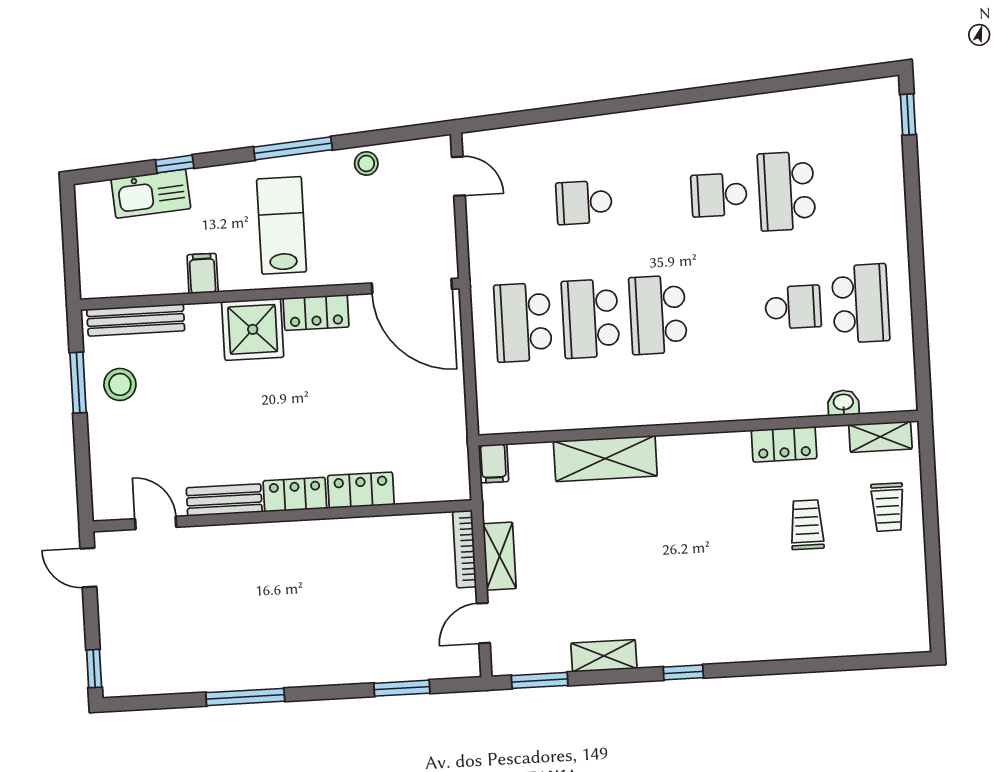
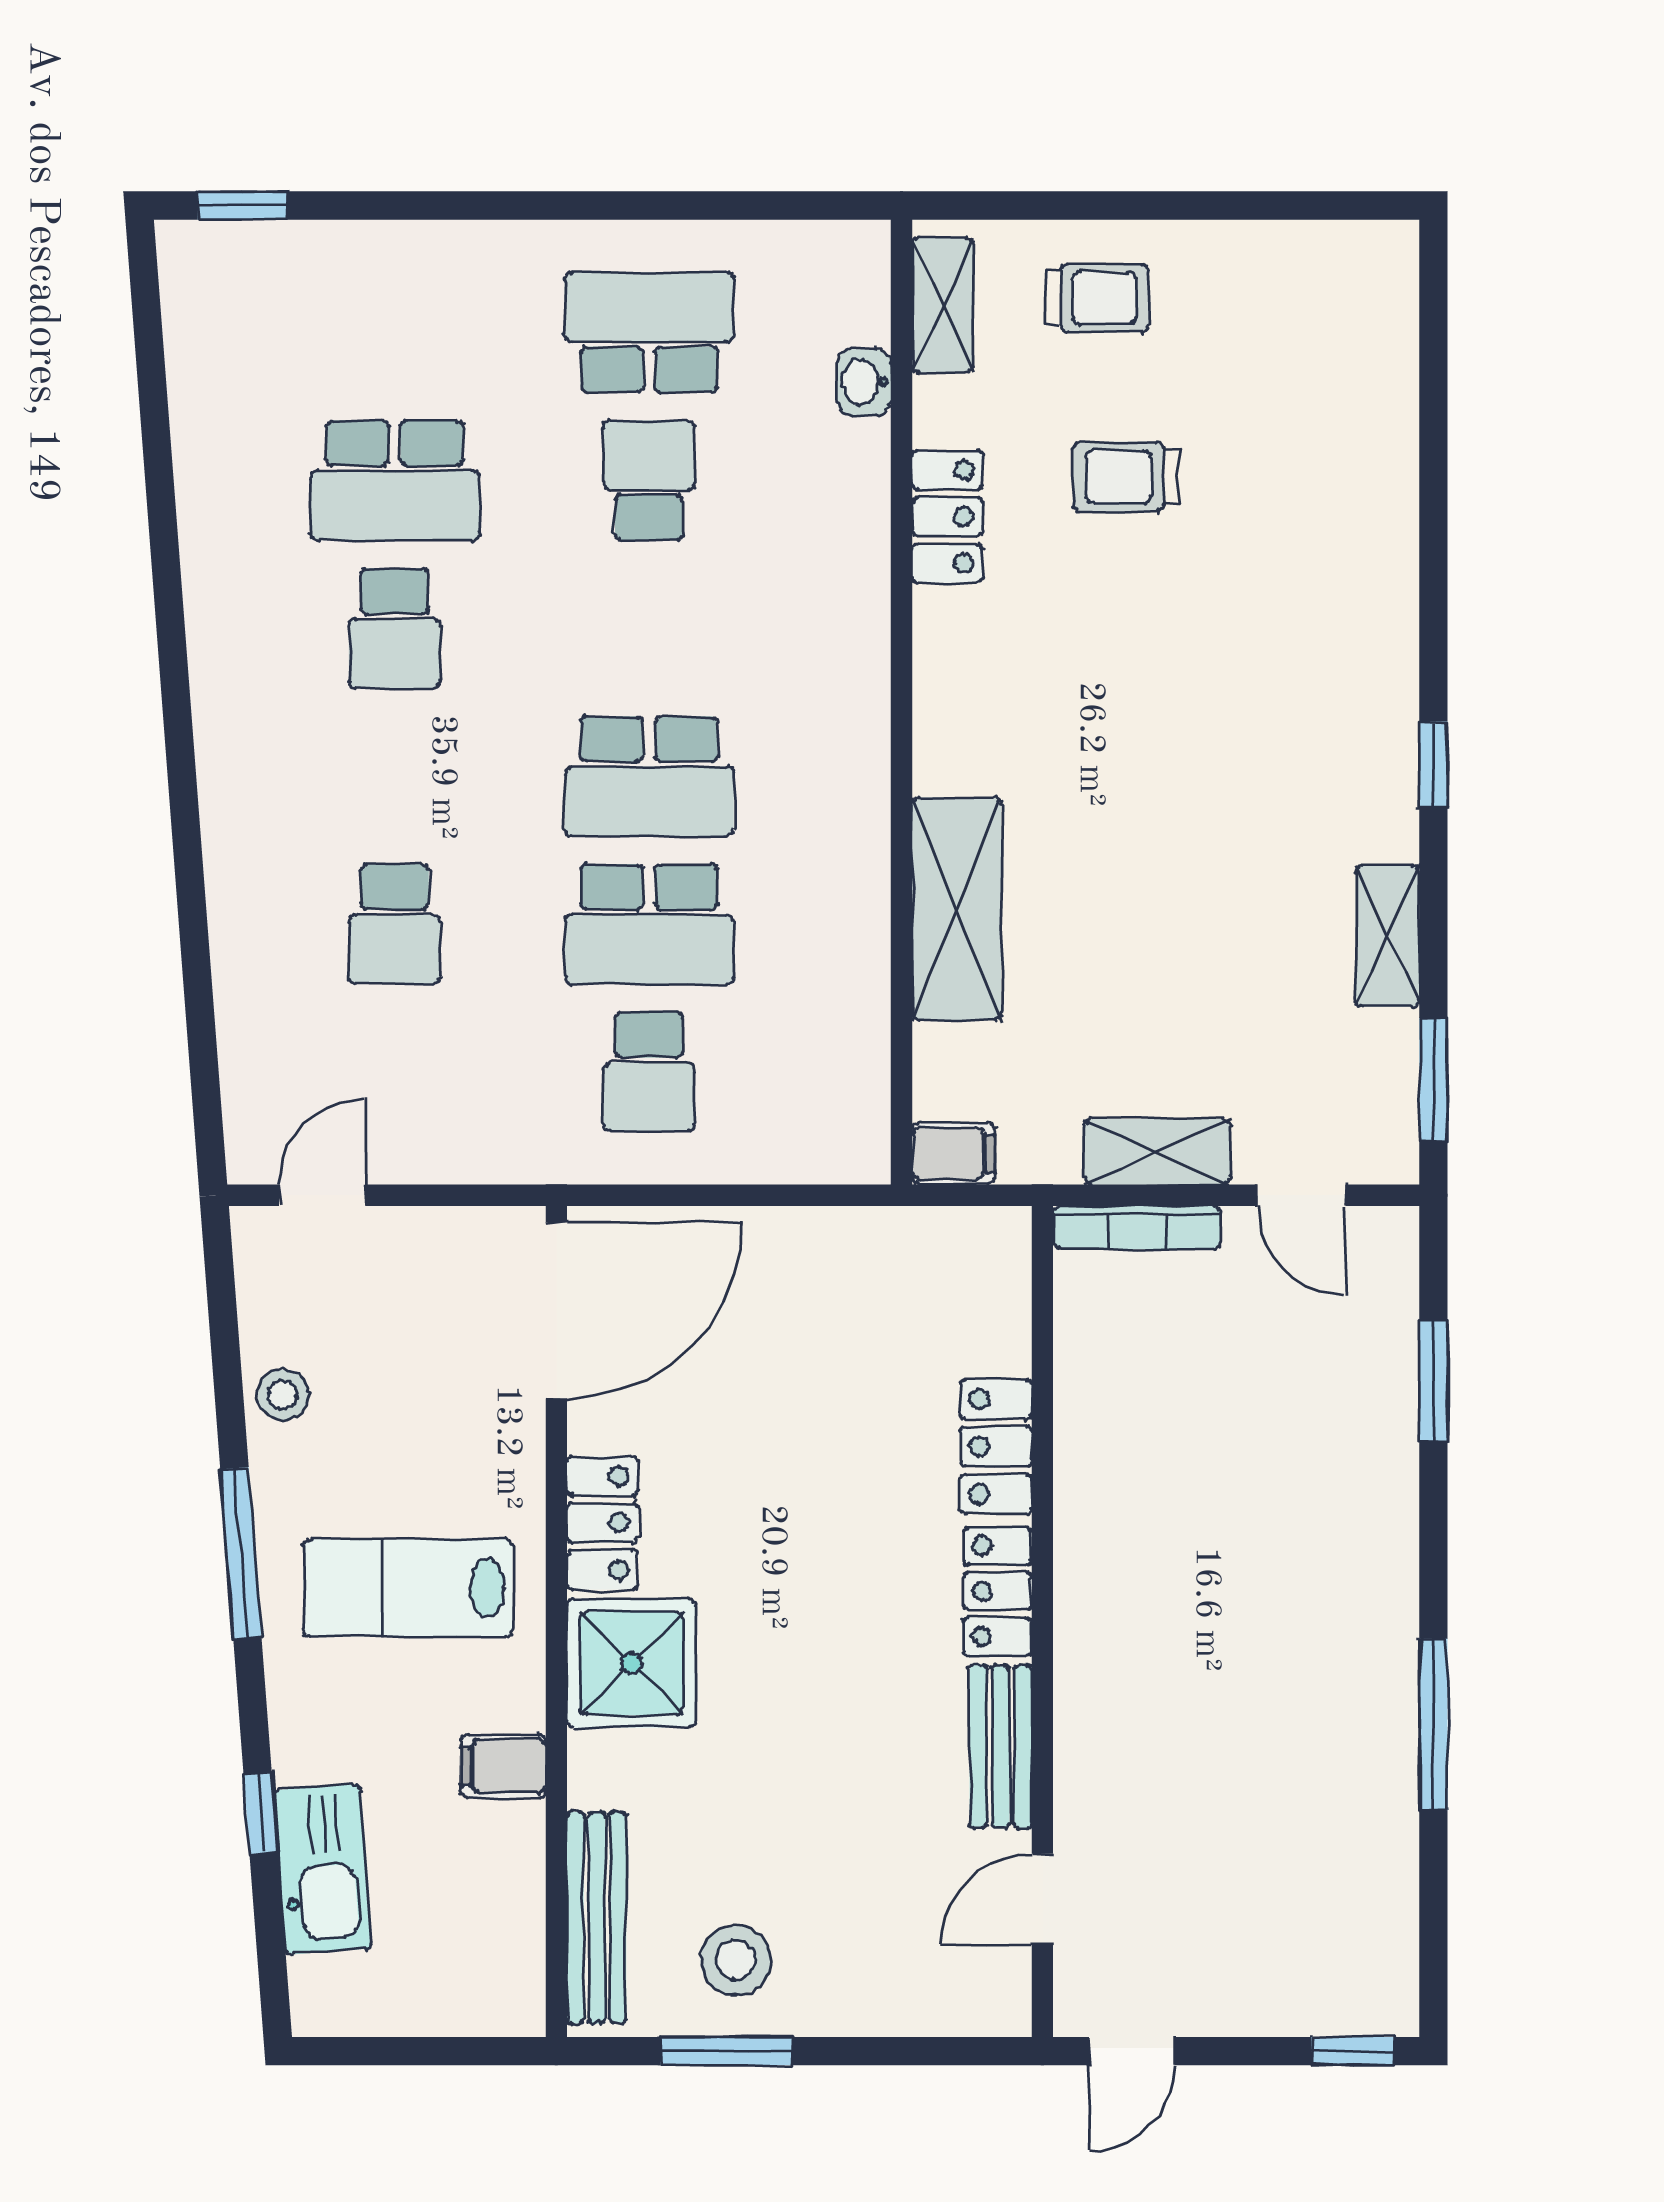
school desk: (523, 322) -> (649, 1072), width x0.54

